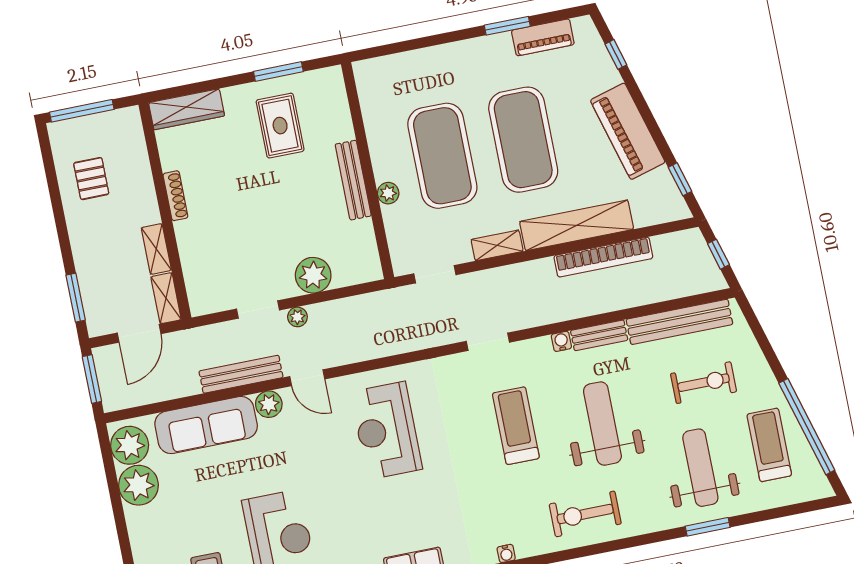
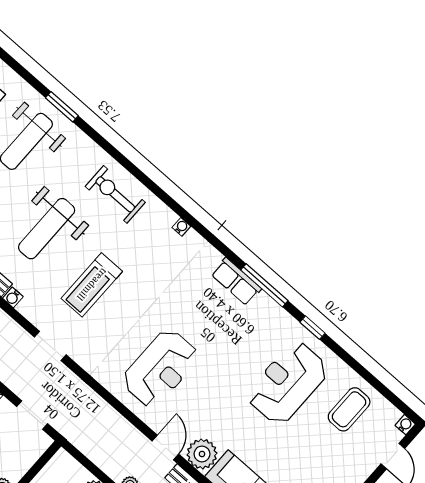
plant: (269, 404) -> (202, 454), width x1.36, depth x1.36
exercise bike: (585, 514) -> (115, 194), turned 180

